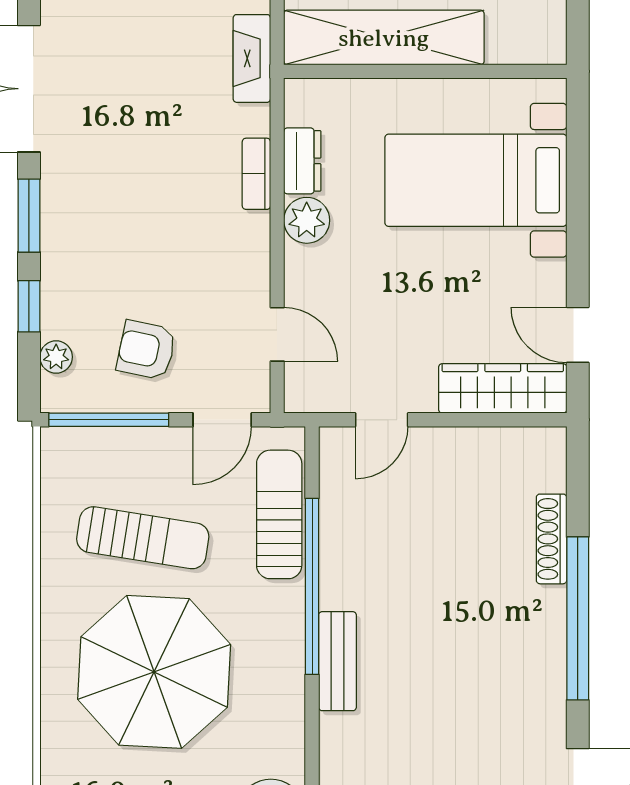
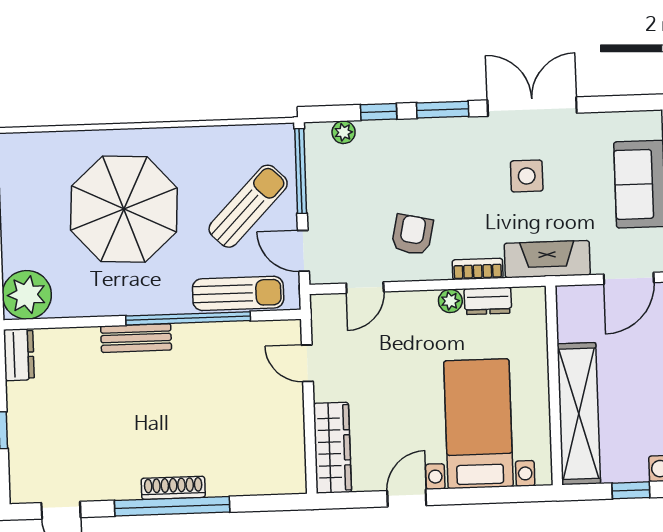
shelving: (384, 38) -> (579, 414), moved
fireplace: (252, 58) -> (547, 259), width x1.37, depth x1.32
side table: (127, 100) -> (527, 176), added
plant: (307, 220) -> (450, 301), width x0.73, depth x0.73
door: (578, 335) -> (407, 498), moved
armchair: (146, 350) -> (412, 235), moved
sun lounger: (143, 538) -> (248, 206), moved, turned -145
shoe rack: (552, 539) -> (173, 488), moved

